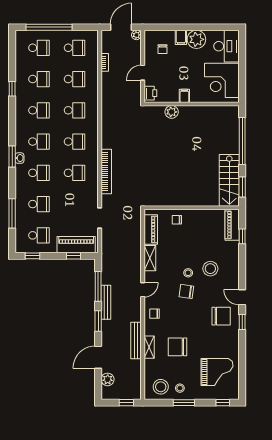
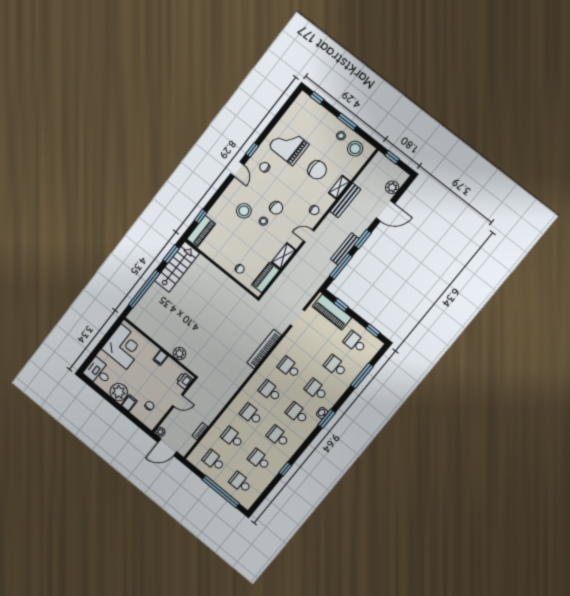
desk: (226, 46) -> (98, 372), width x0.73
chair: (221, 316) -> (265, 167), width x0.54, depth x0.54
grand piano: (217, 372) -> (289, 146), moved

